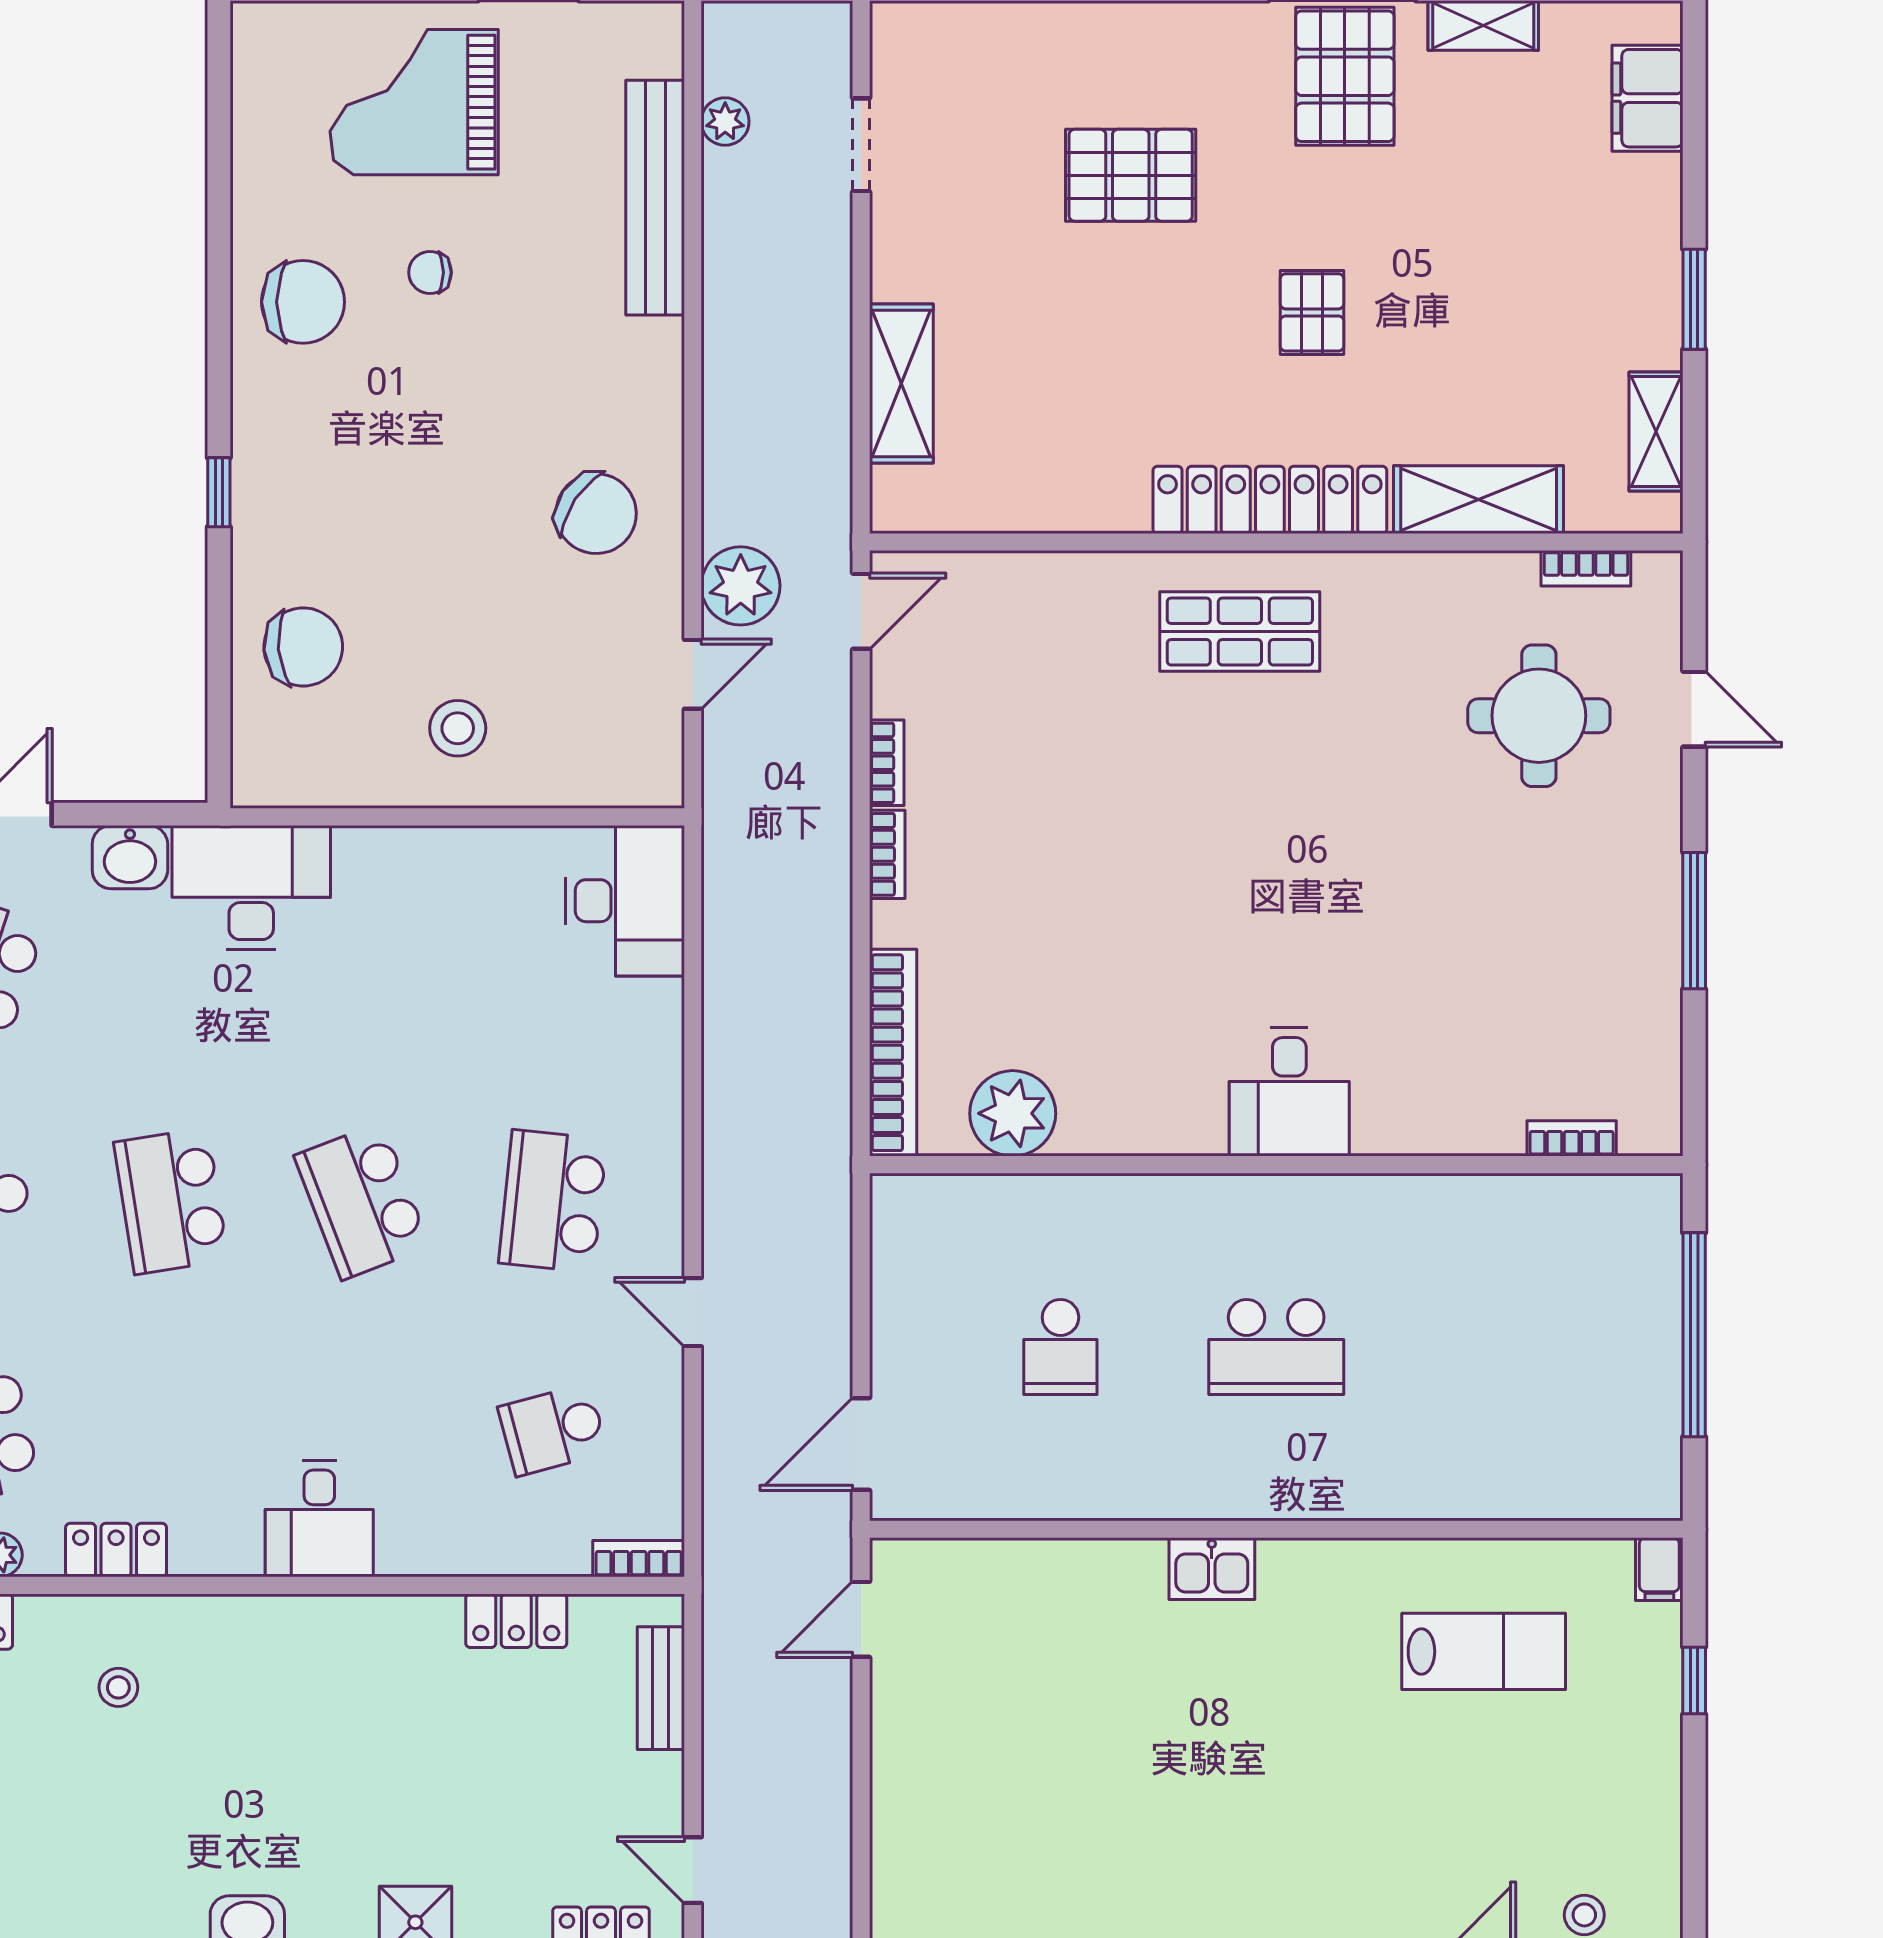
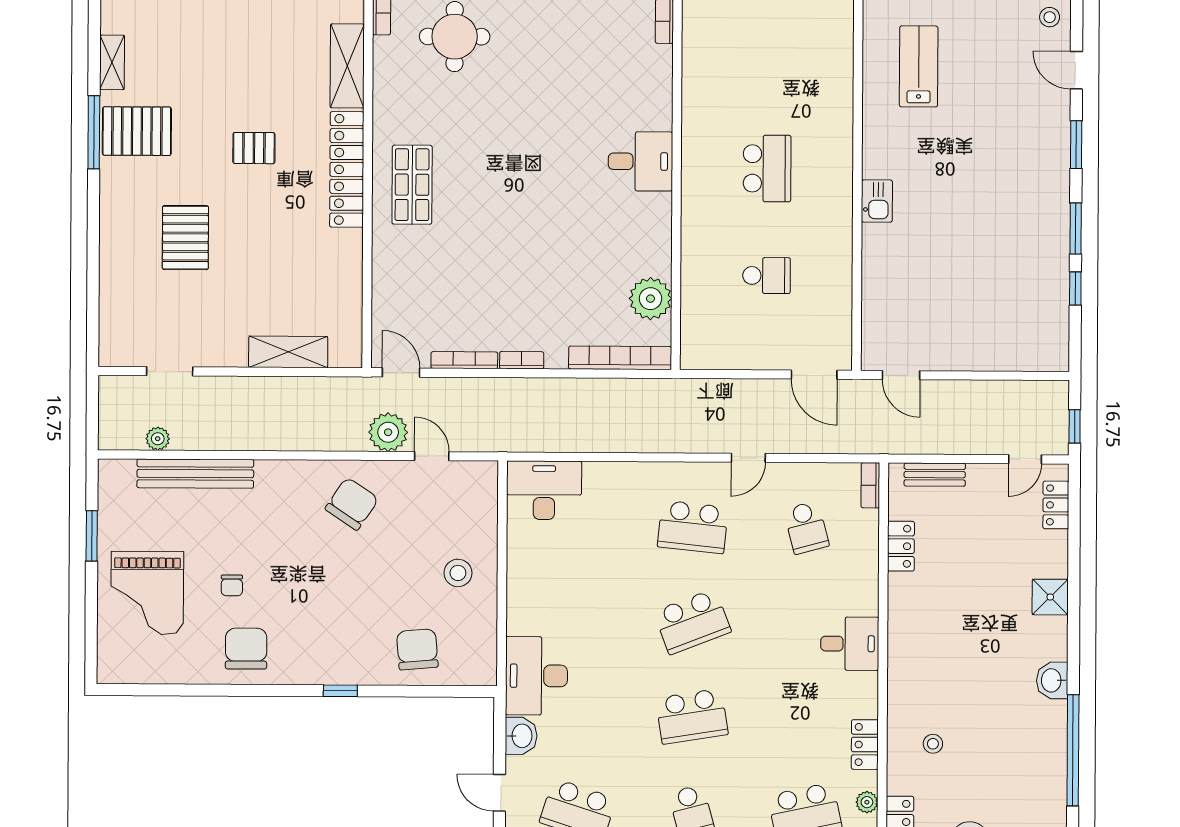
bookcase: (887, 763) -> (464, 360), width x1.56

